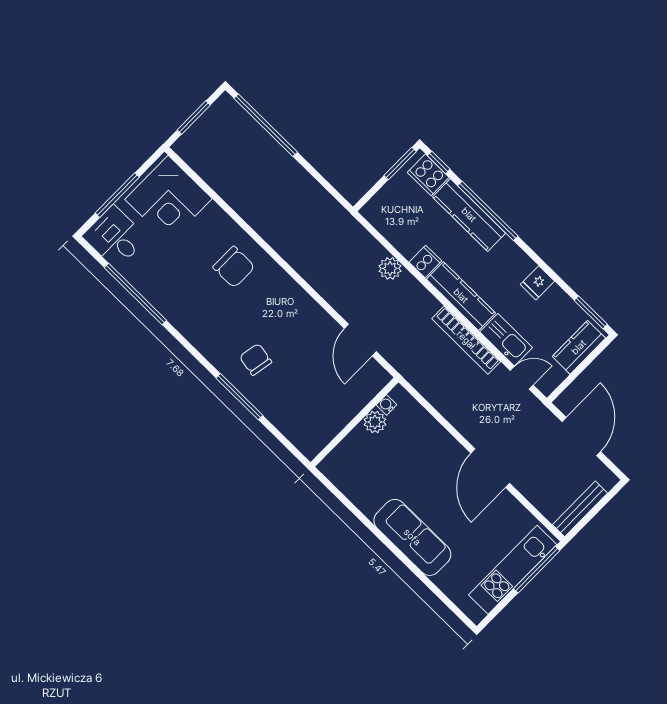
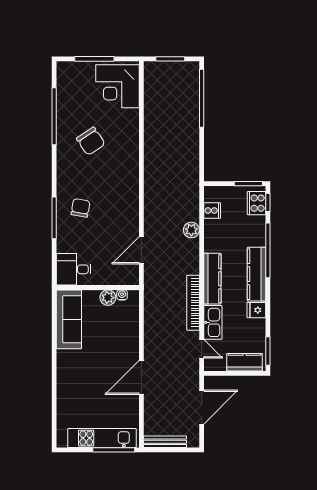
kitchen counter: (469, 215) -> (257, 274), moved
desk: (115, 237) -> (74, 269), moved, turned -90
cooker: (425, 261) -> (212, 210), moved
chair: (234, 267) -> (91, 141), moved, turned -34
sofa: (412, 537) -> (69, 319), moved

